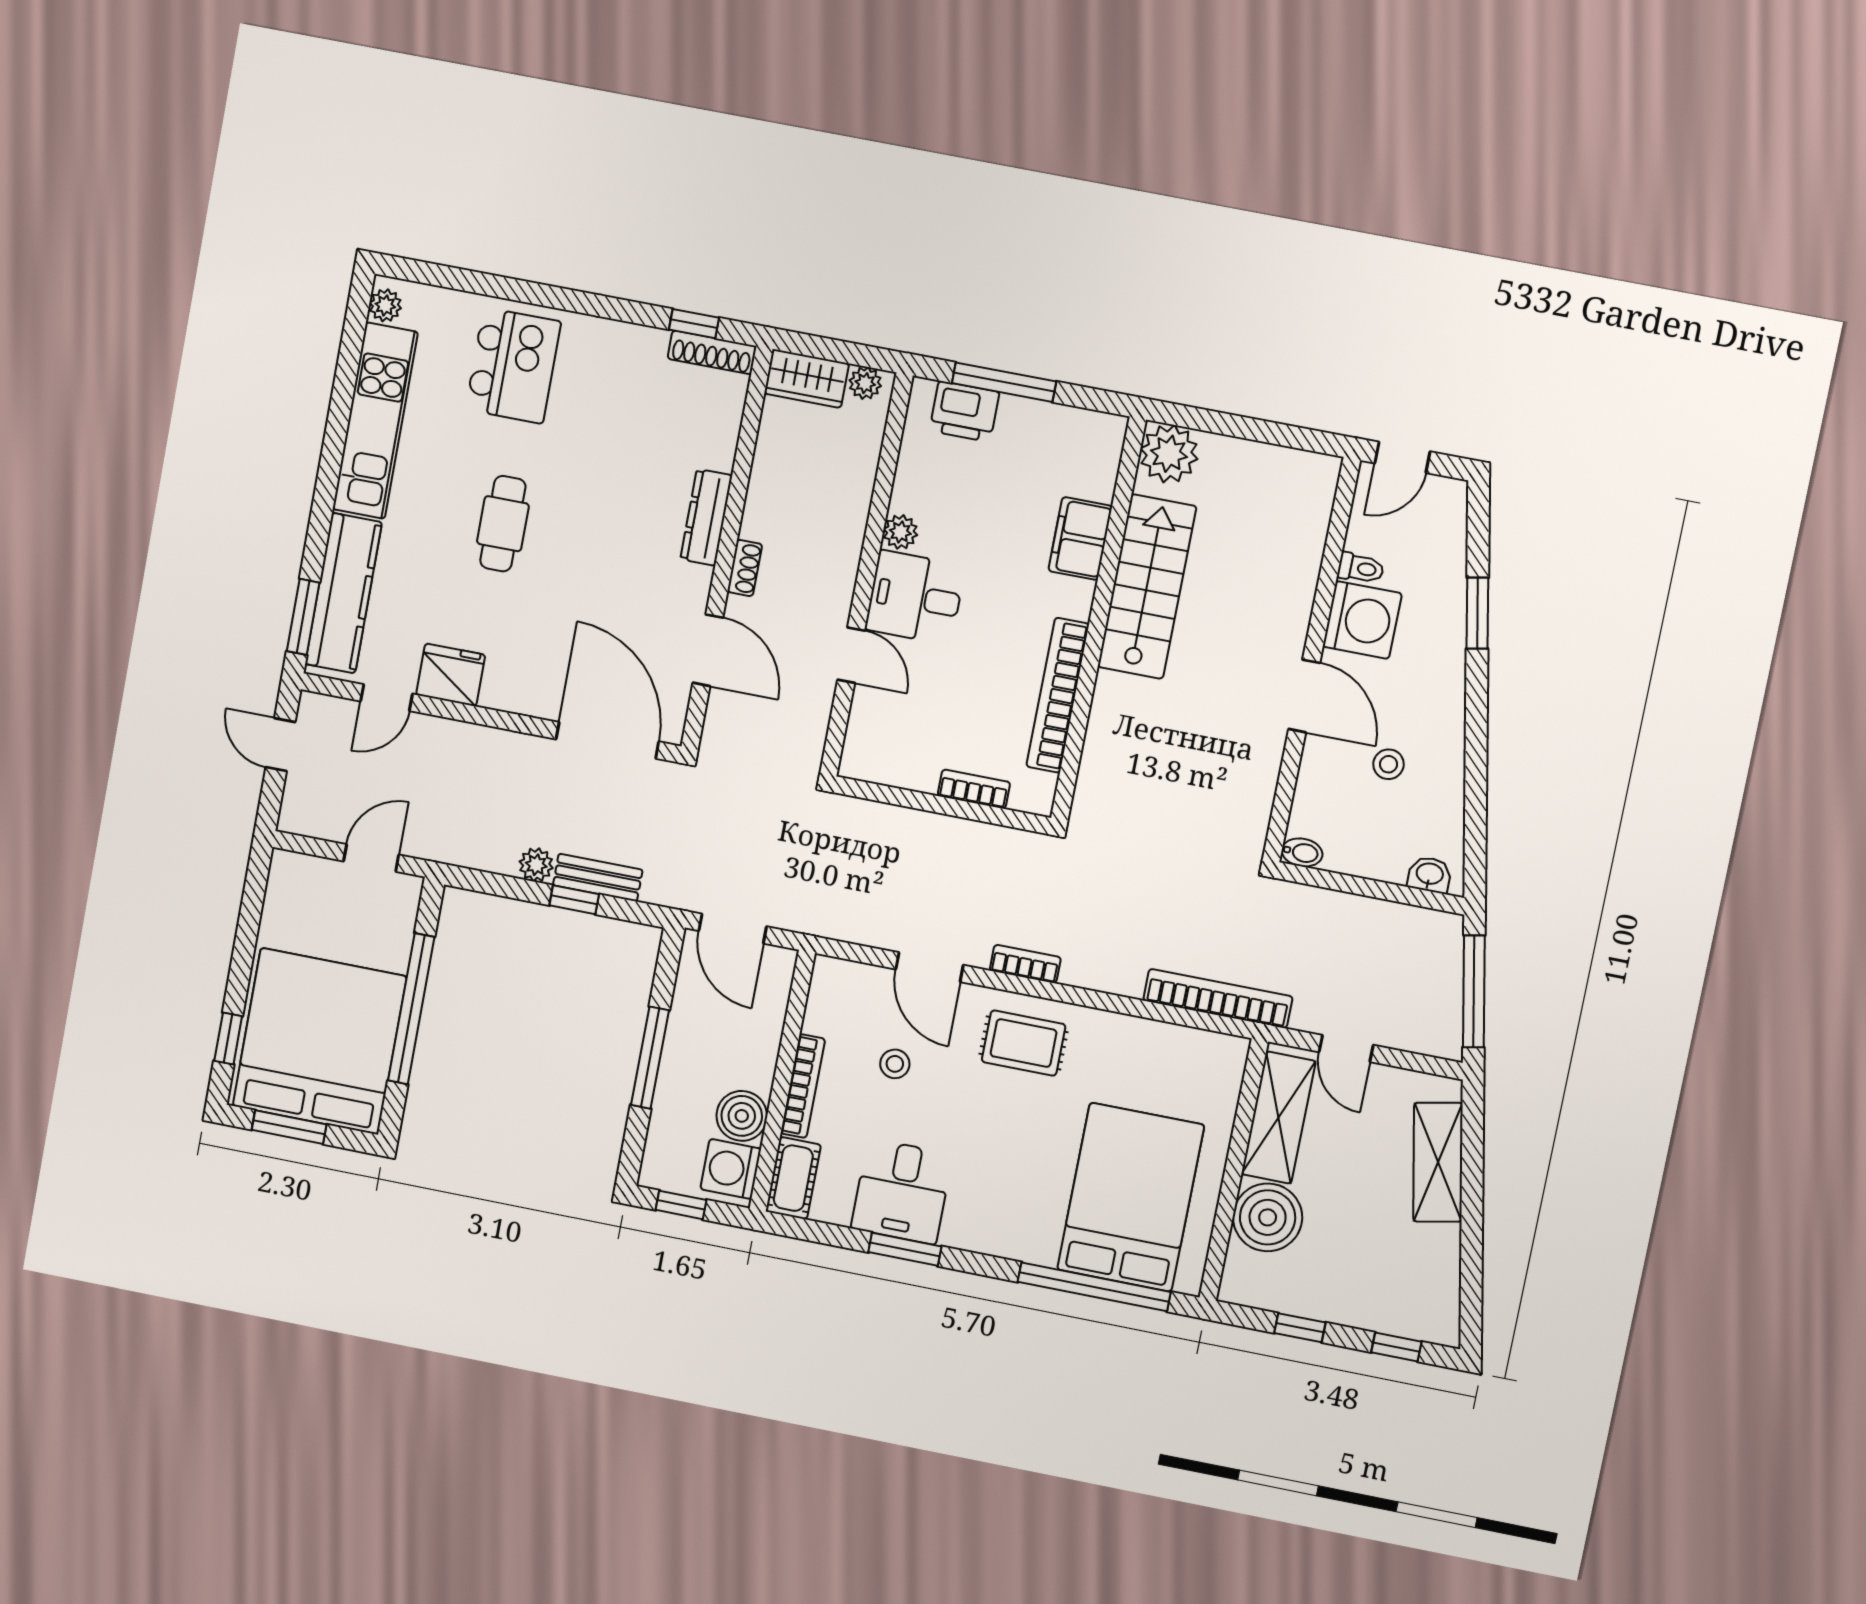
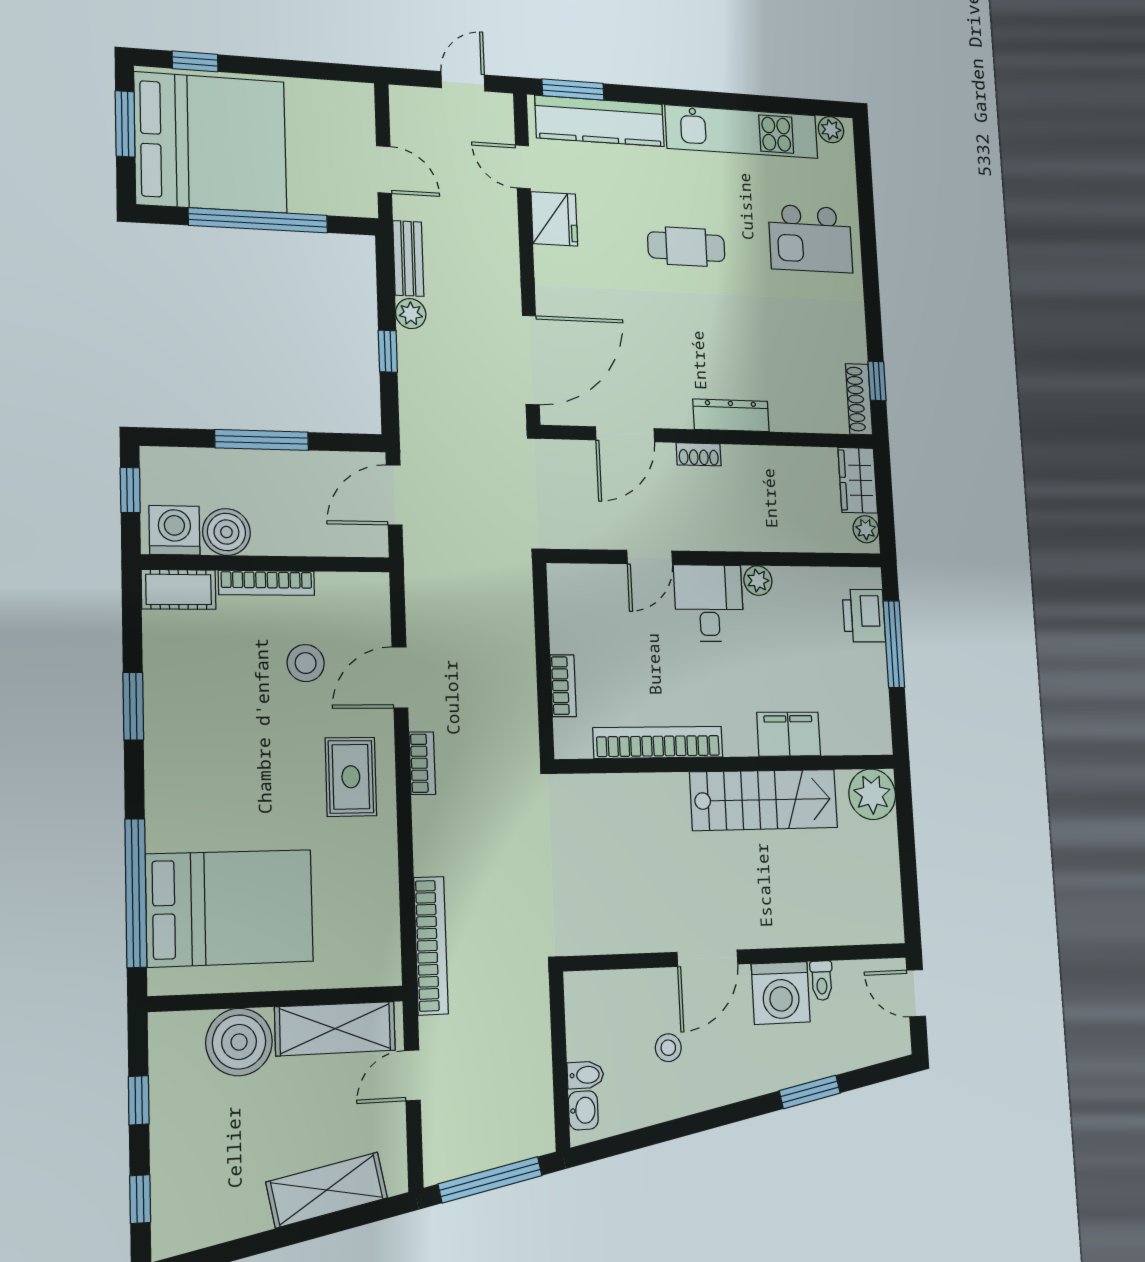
bidet: (1302, 852) -> (585, 1075), moved, turned -90
bench: (598, 878) -> (408, 258), moved
stool: (895, 1064) -> (306, 663), width x1.37, depth x1.37
desk: (902, 1191) -> (188, 693), removed

